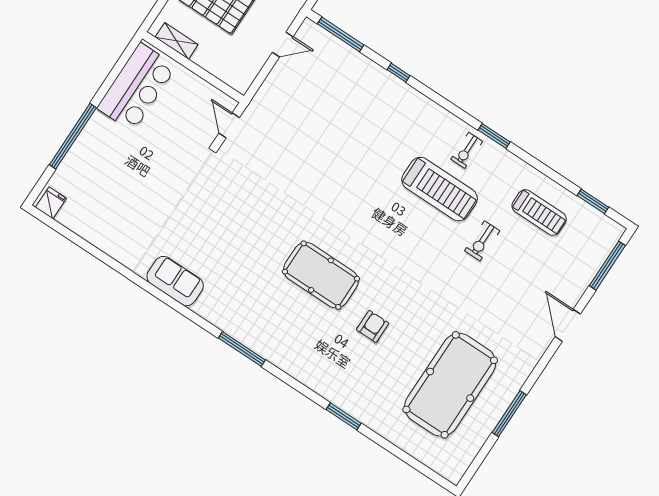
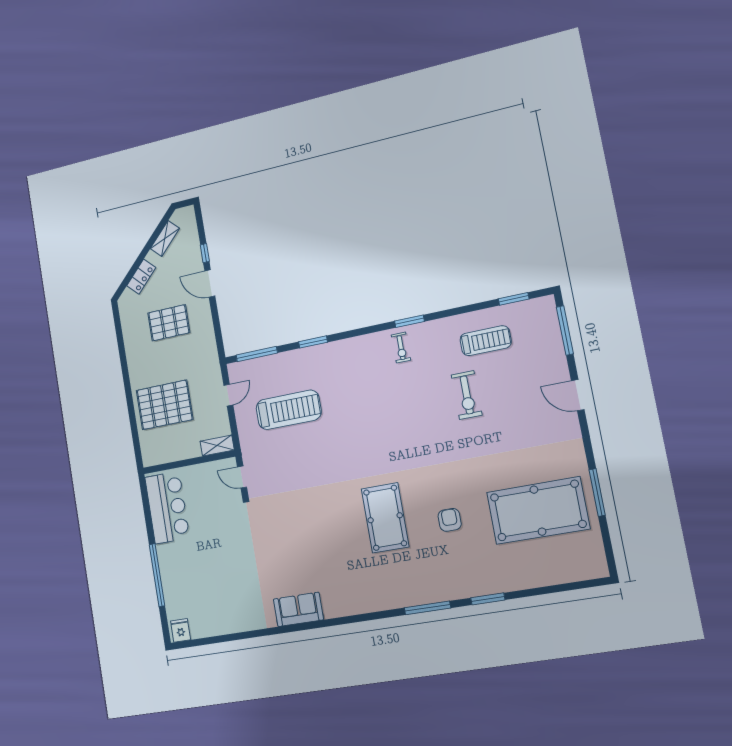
shelving: (177, 41) -> (217, 446), moved
window: (399, 73) -> (313, 342), width x1.50
treadmill: (439, 189) -> (289, 410), moved
exercise bike: (482, 241) -> (467, 395), width x1.38, depth x1.39
pool table: (321, 275) -> (385, 518), turned 90
window: (242, 349) -> (427, 608), moved
pool table: (450, 385) -> (538, 511), turned 90

